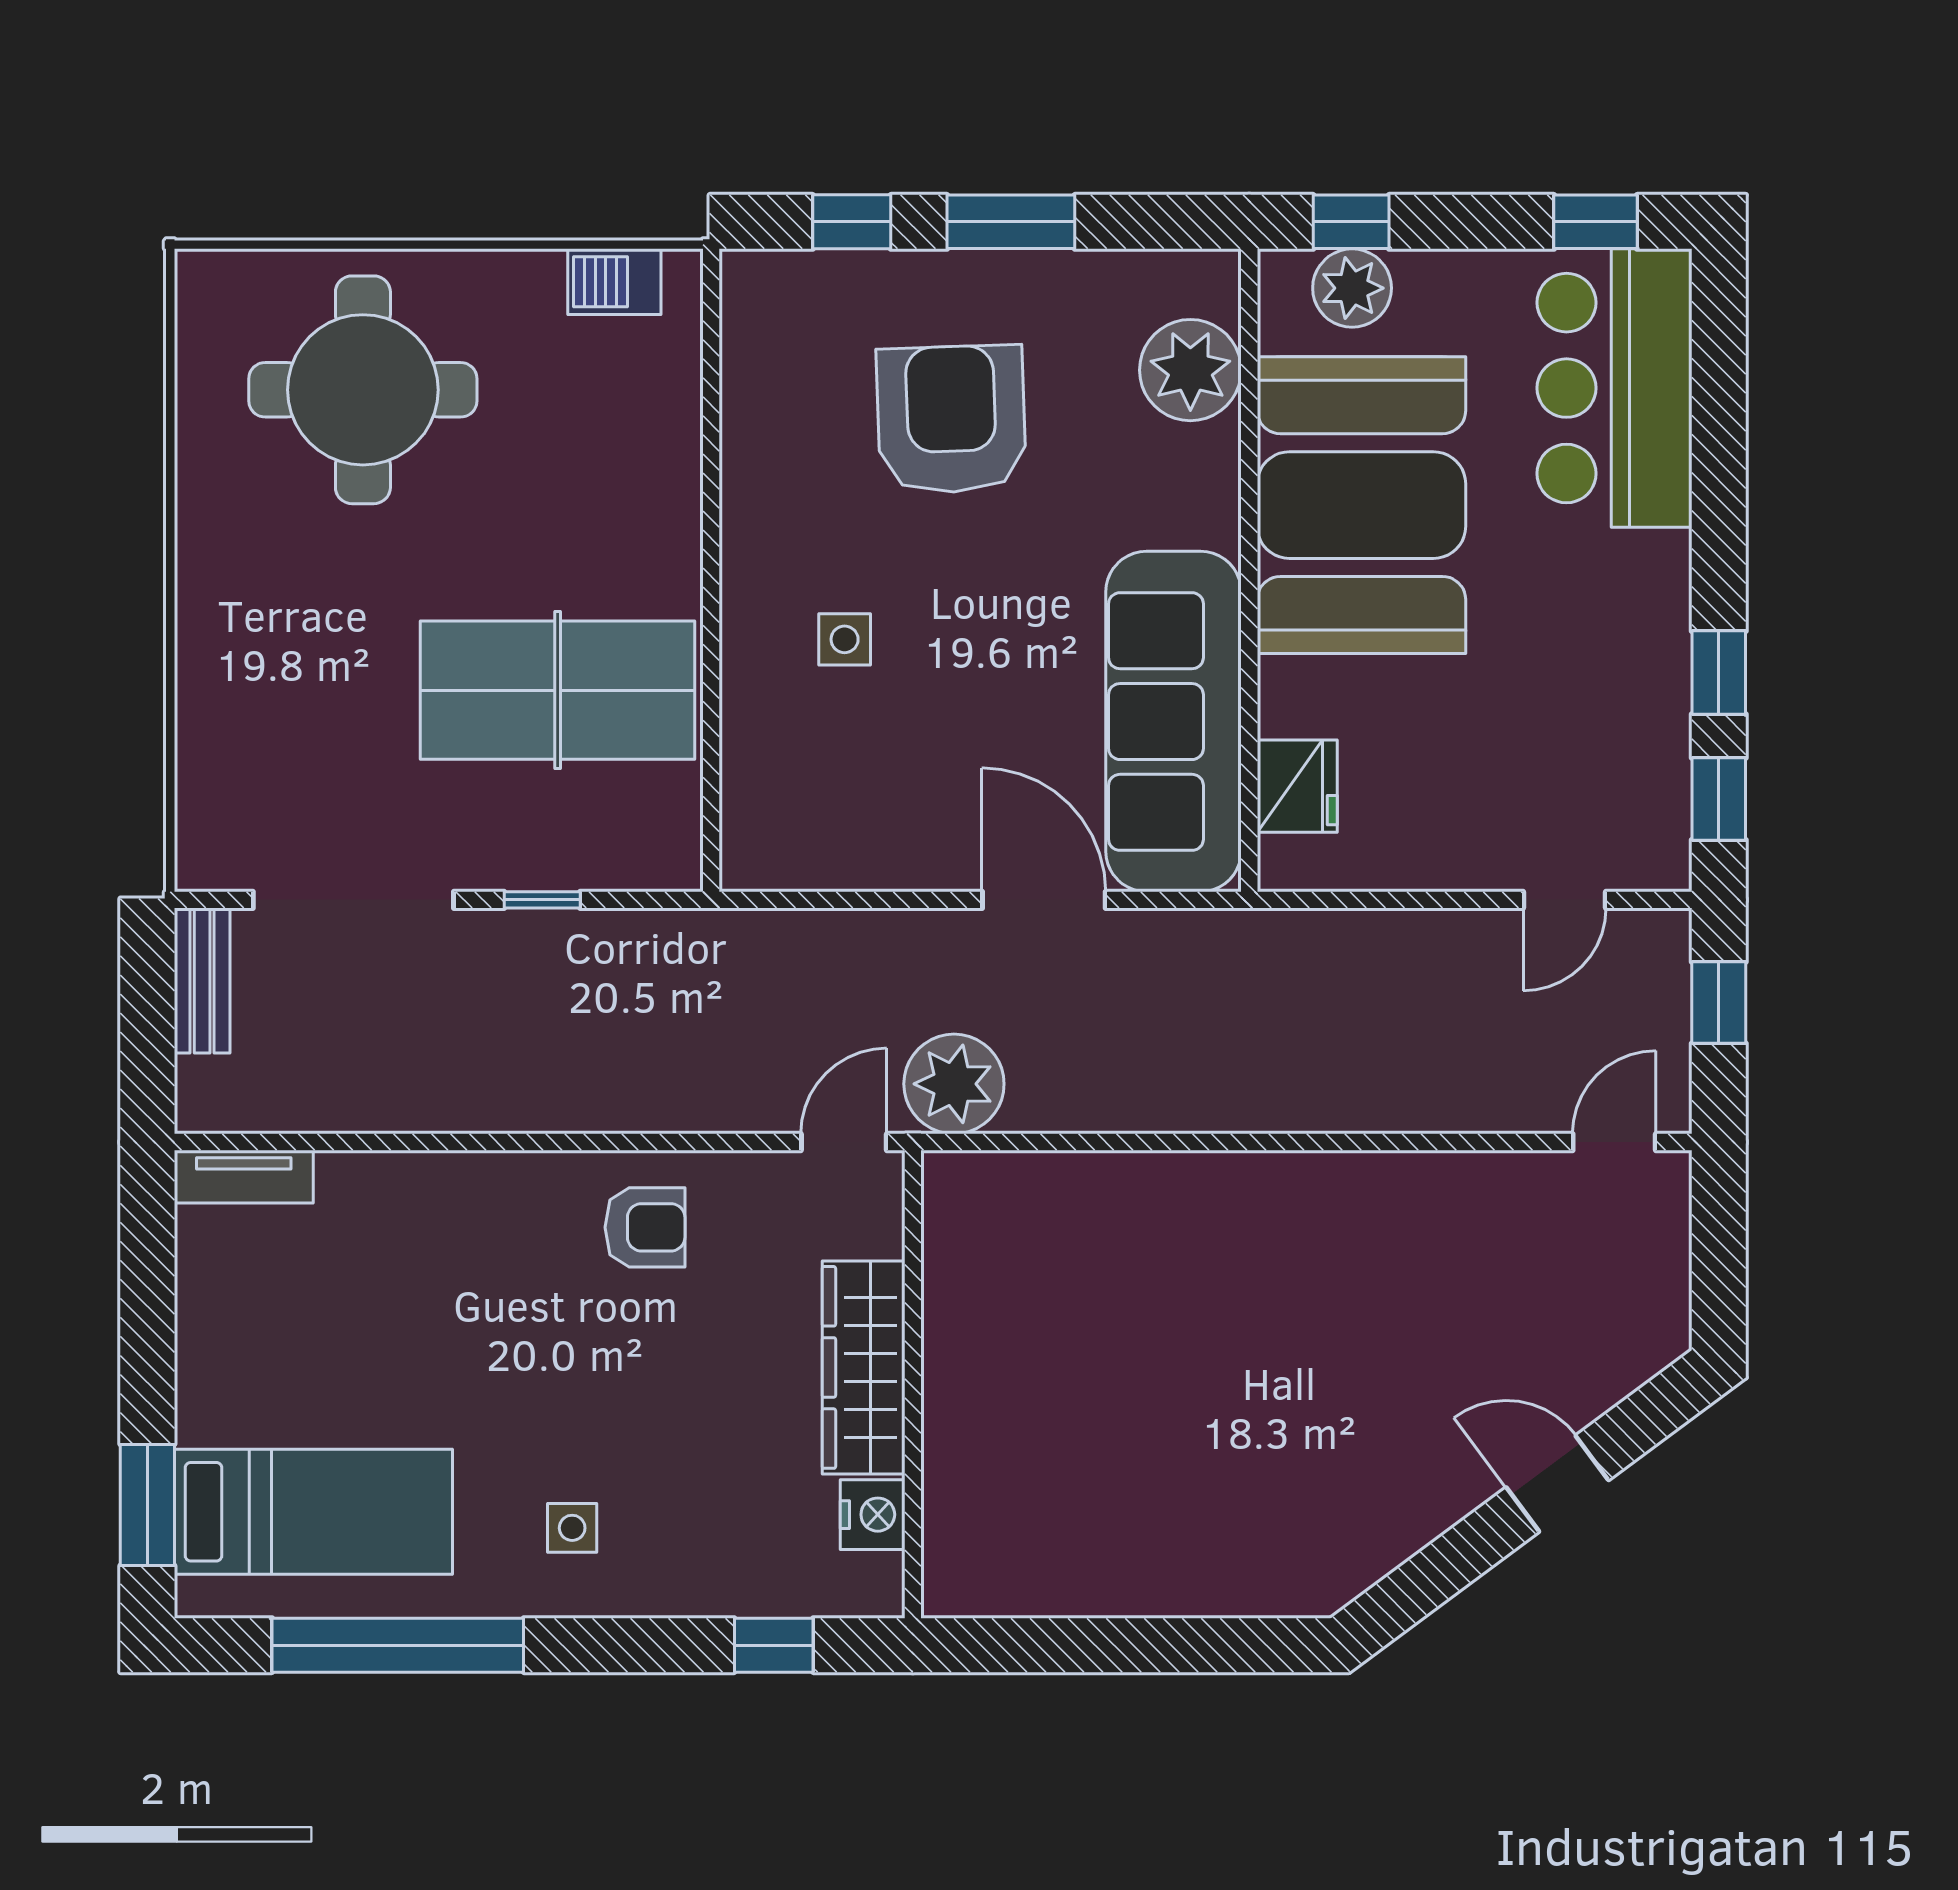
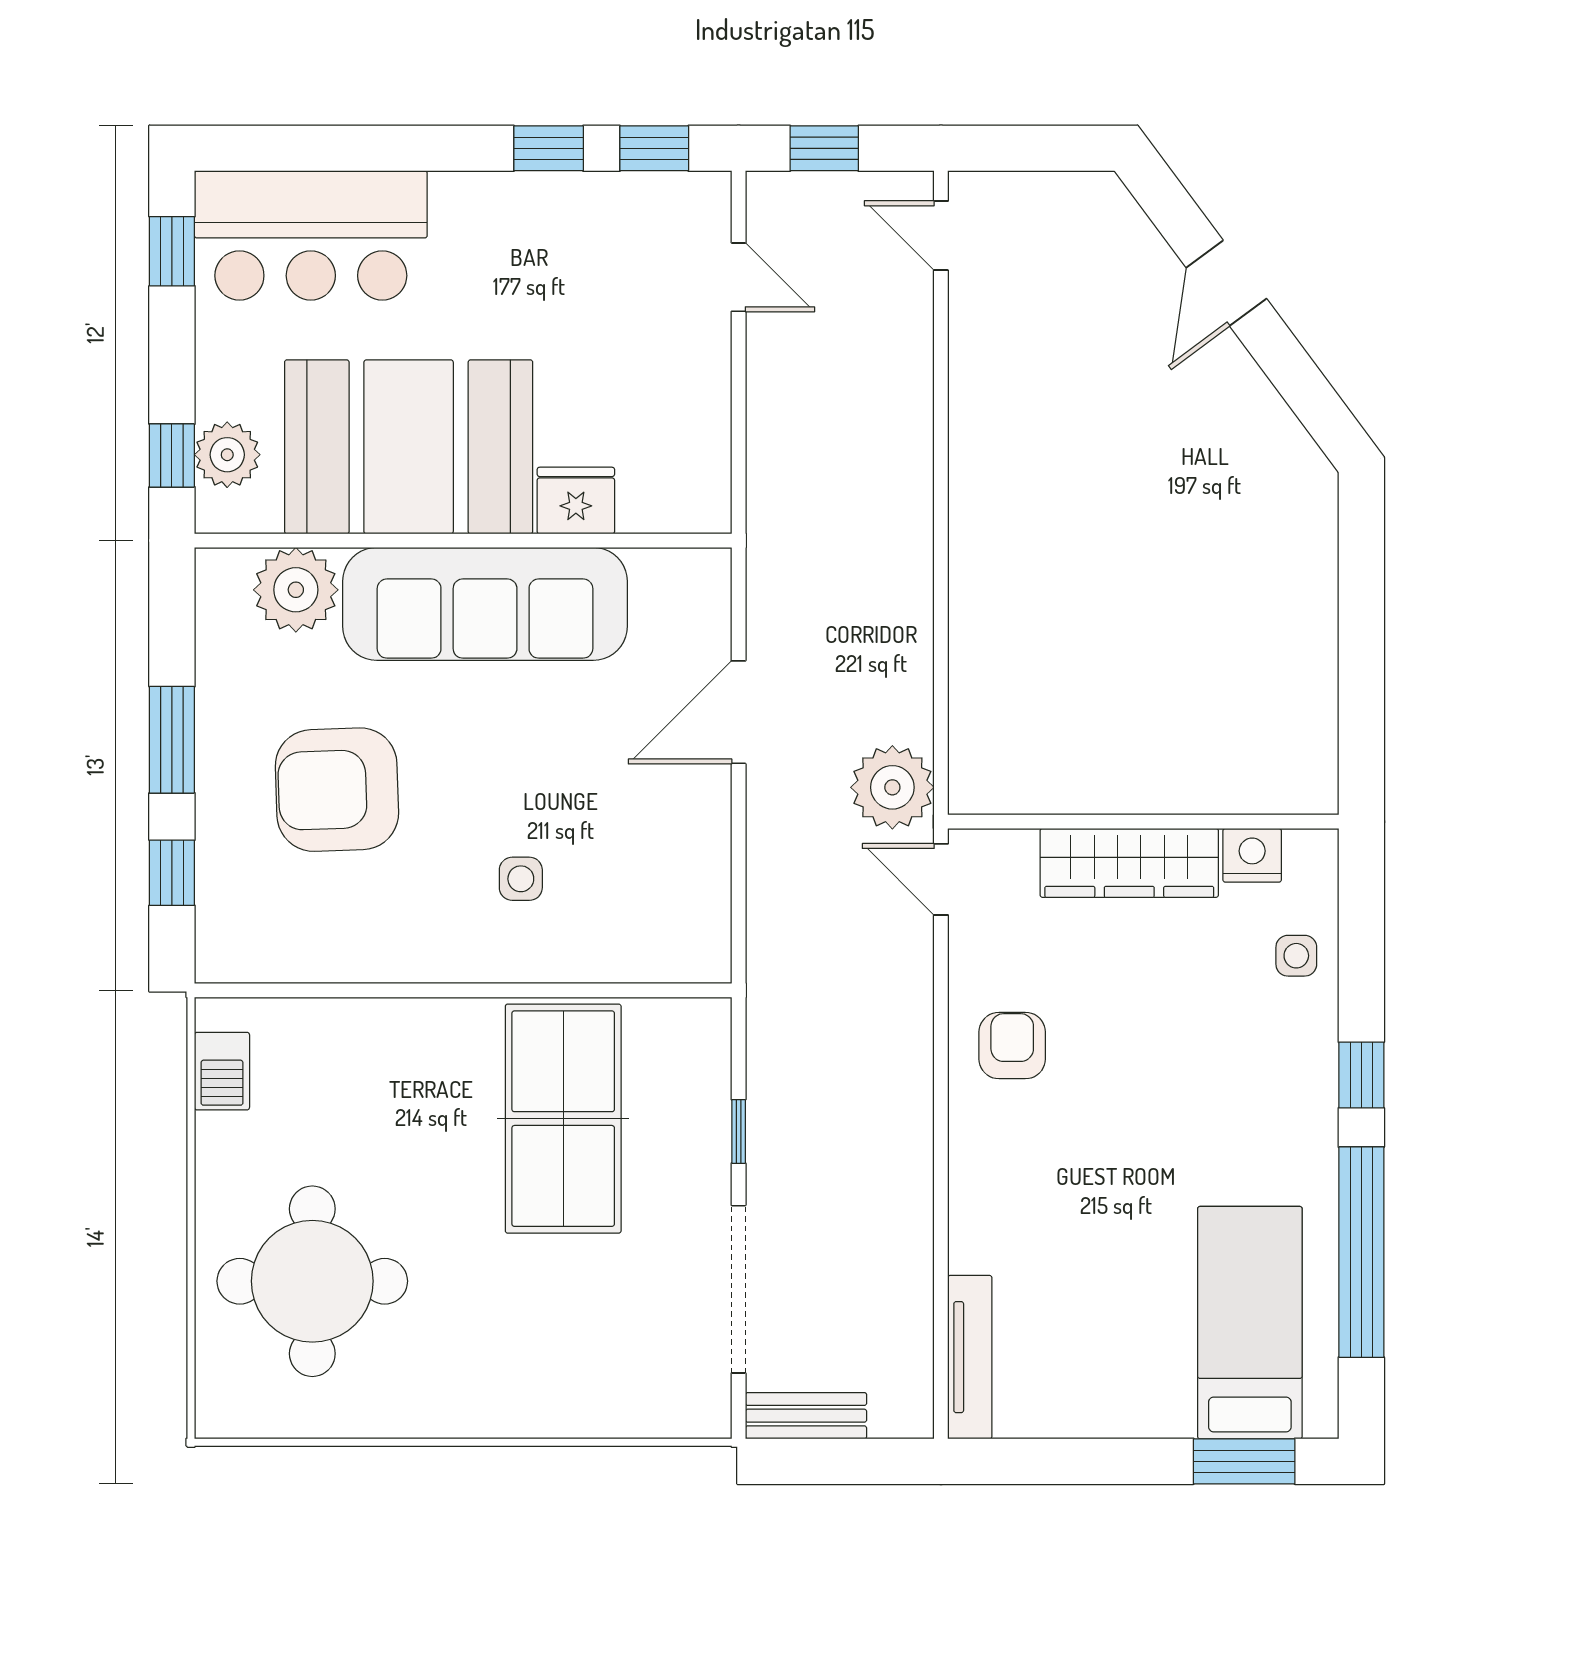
sofa: (1174, 722) -> (485, 604), moved
fridge: (1297, 786) -> (576, 501), moved
tv unit: (244, 1177) -> (970, 1357), width x1.41
side table: (572, 1528) -> (1296, 956), moved
window: (774, 1645) -> (1361, 1075), moved

